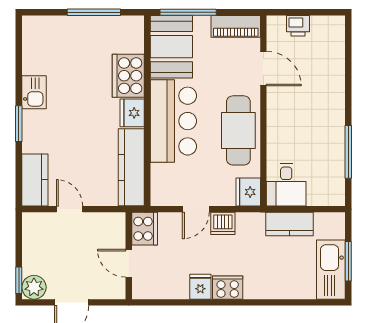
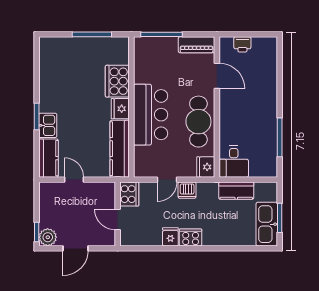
booth: (171, 47) -> (149, 60), removed
kitchen sink: (34, 92) -> (48, 125), moved

